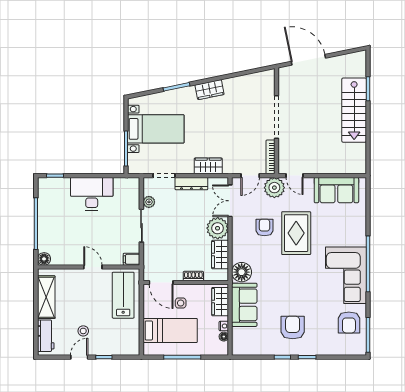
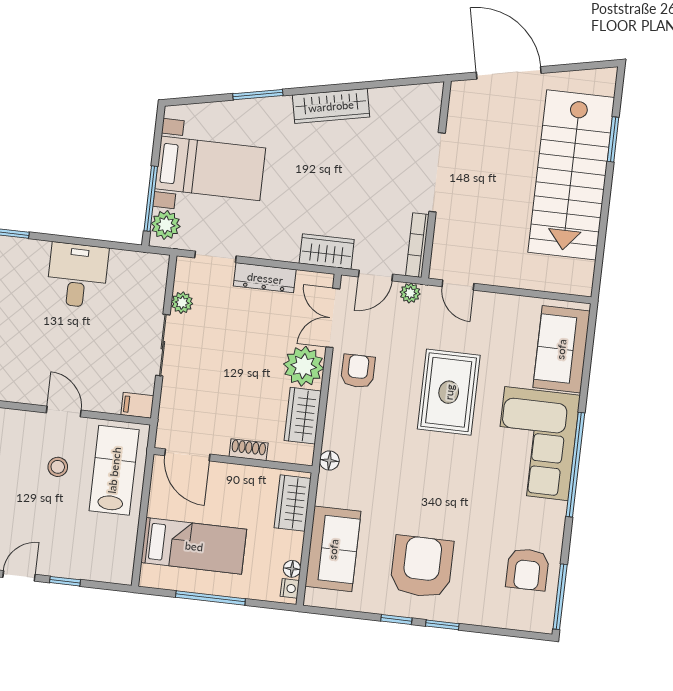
wardrobe: (210, 90) -> (331, 106), width x1.50
stairs: (354, 110) -> (571, 175), width x1.36, depth x1.51
plant: (136, 162) -> (166, 225), added
wardrobe: (208, 166) -> (327, 251), moved
plant: (274, 188) -> (410, 293), width x0.53, depth x0.53
sofa: (336, 190) -> (561, 349), moved, turned 90
desk: (92, 194) -> (77, 275), width x0.73
armchair: (264, 227) -> (358, 371), moved
floor lamp: (242, 272) -> (329, 460), width x0.53, depth x0.53
corner sofa: (346, 275) -> (536, 444), moved
side table: (181, 303) -> (219, 497), removed
sofa: (244, 305) -> (333, 549), moved
nightstand: (224, 326) -> (290, 588), moved
armchair: (293, 328) -> (422, 567), width x1.36, depth x1.36
stool: (83, 331) -> (58, 467), moved

